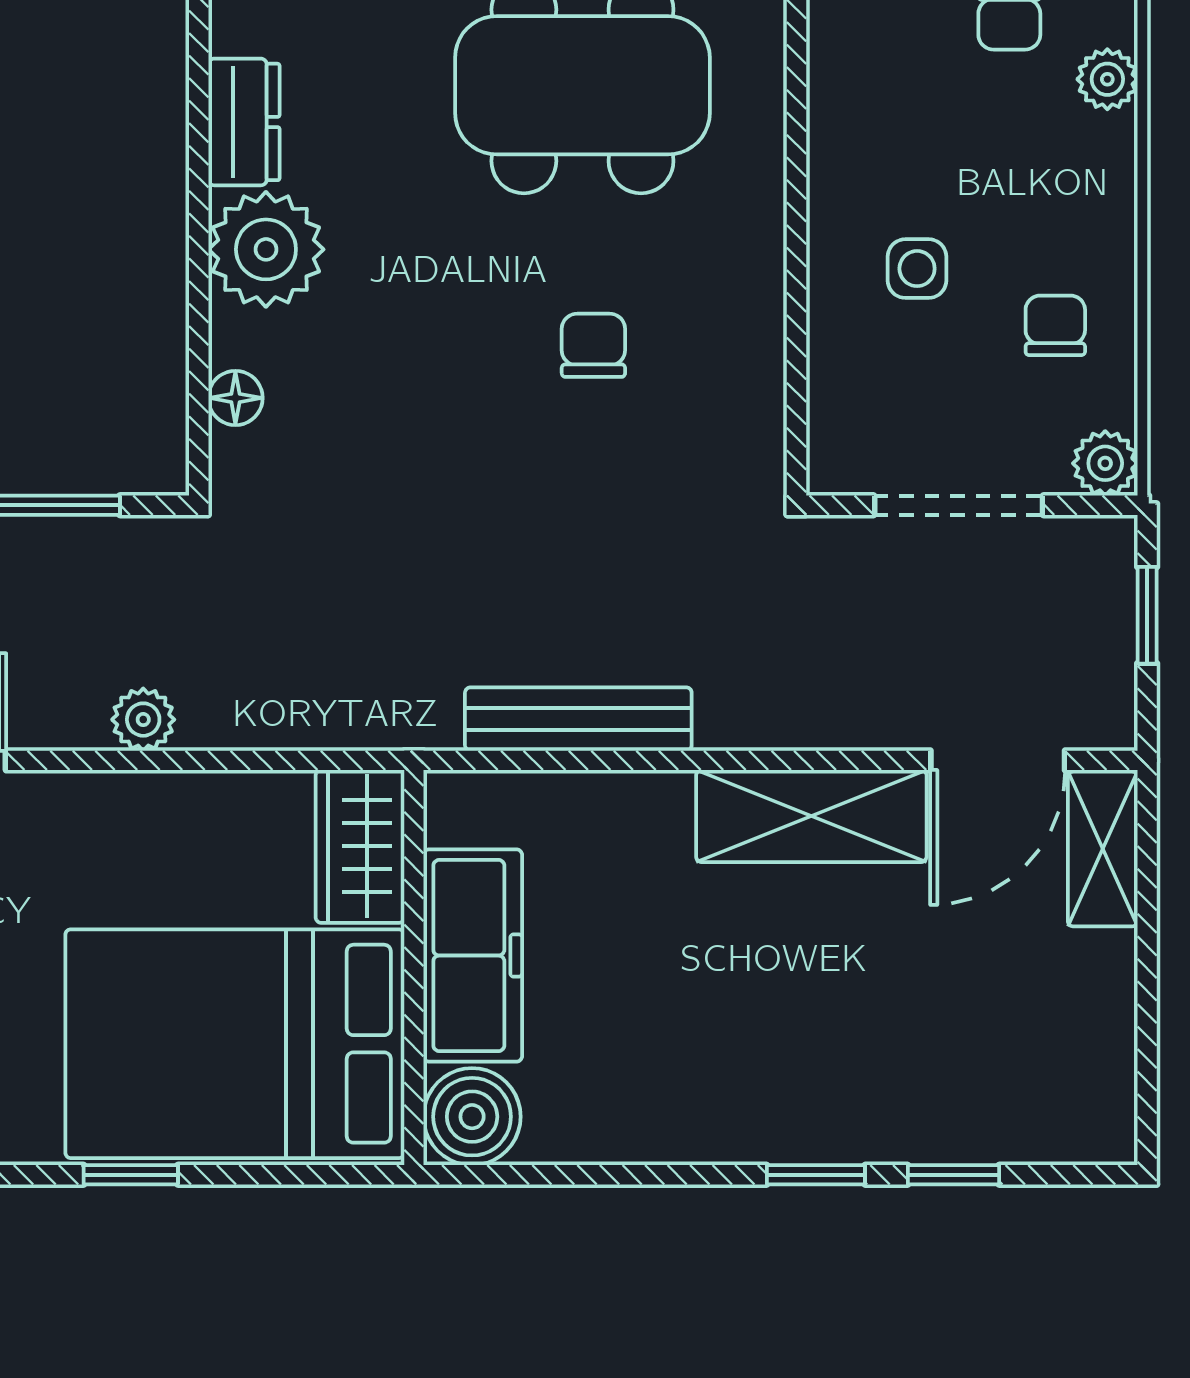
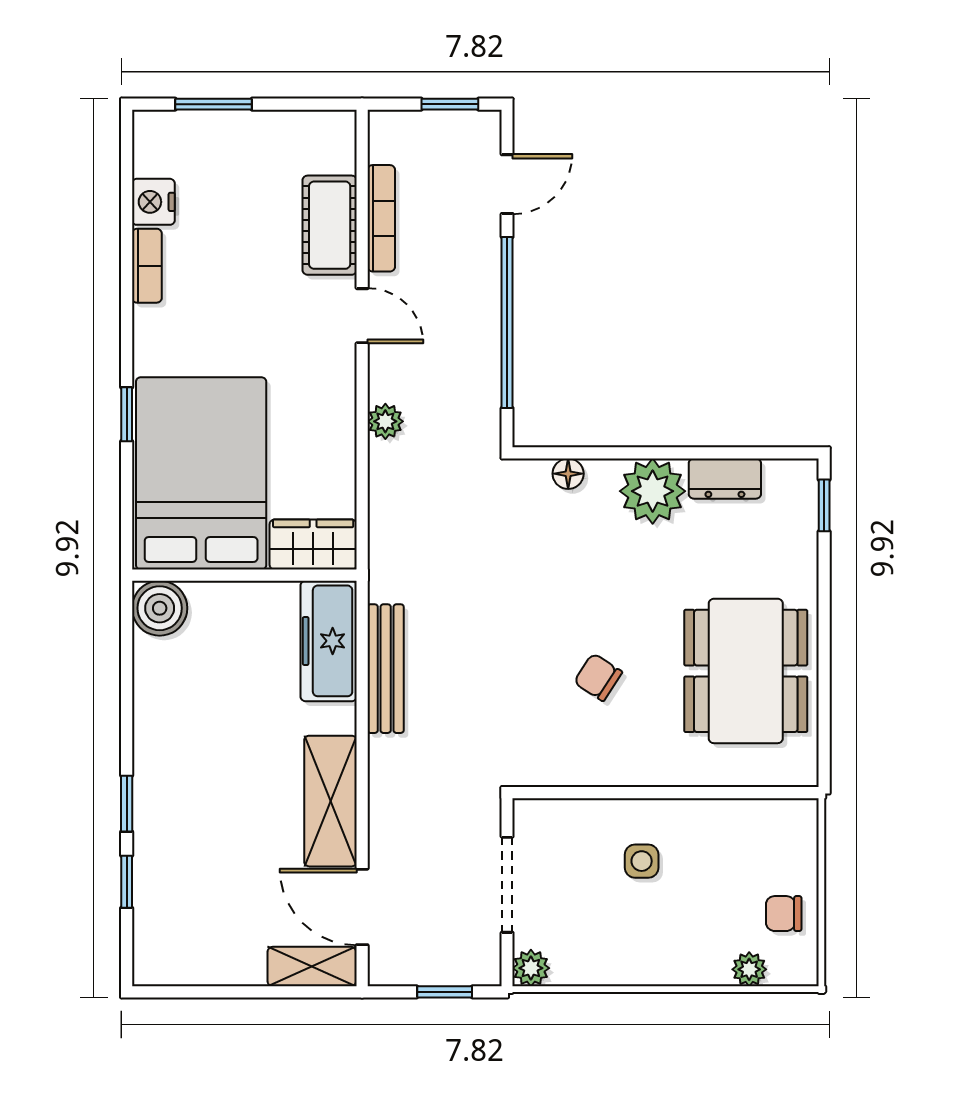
chair: (1055, 325) -> (609, 940), removed
chair: (593, 345) -> (598, 677), turned -147
freezer: (473, 955) -> (329, 641), moved, turned 90

